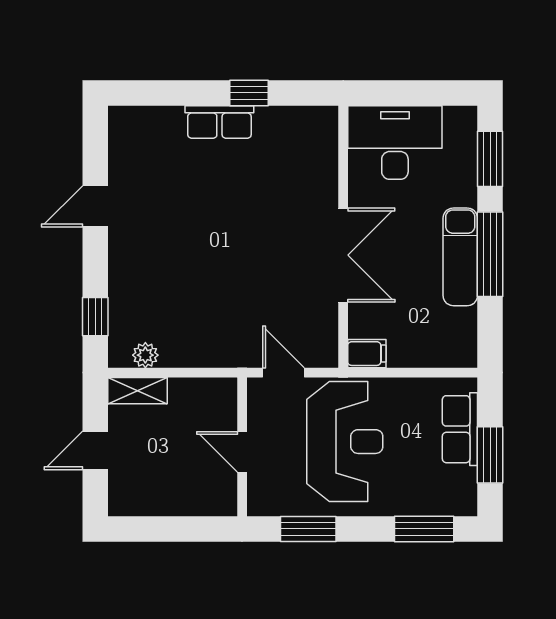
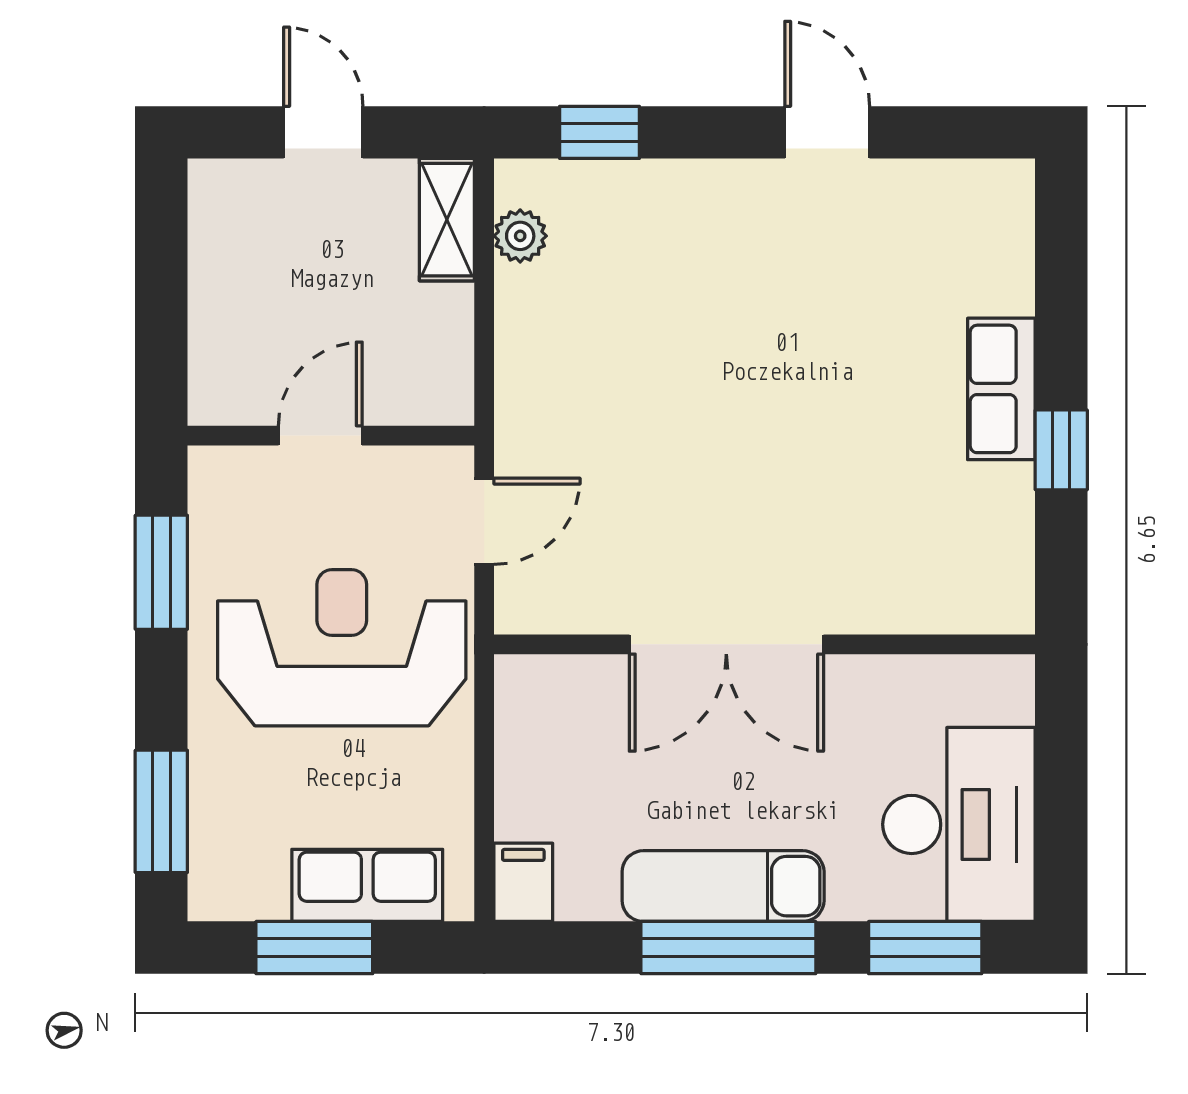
desk: (395, 143) -> (959, 824), moved
filing cabinet: (367, 354) -> (523, 882), moved, turned 180
reception desk: (345, 442) -> (342, 648), turned 180

